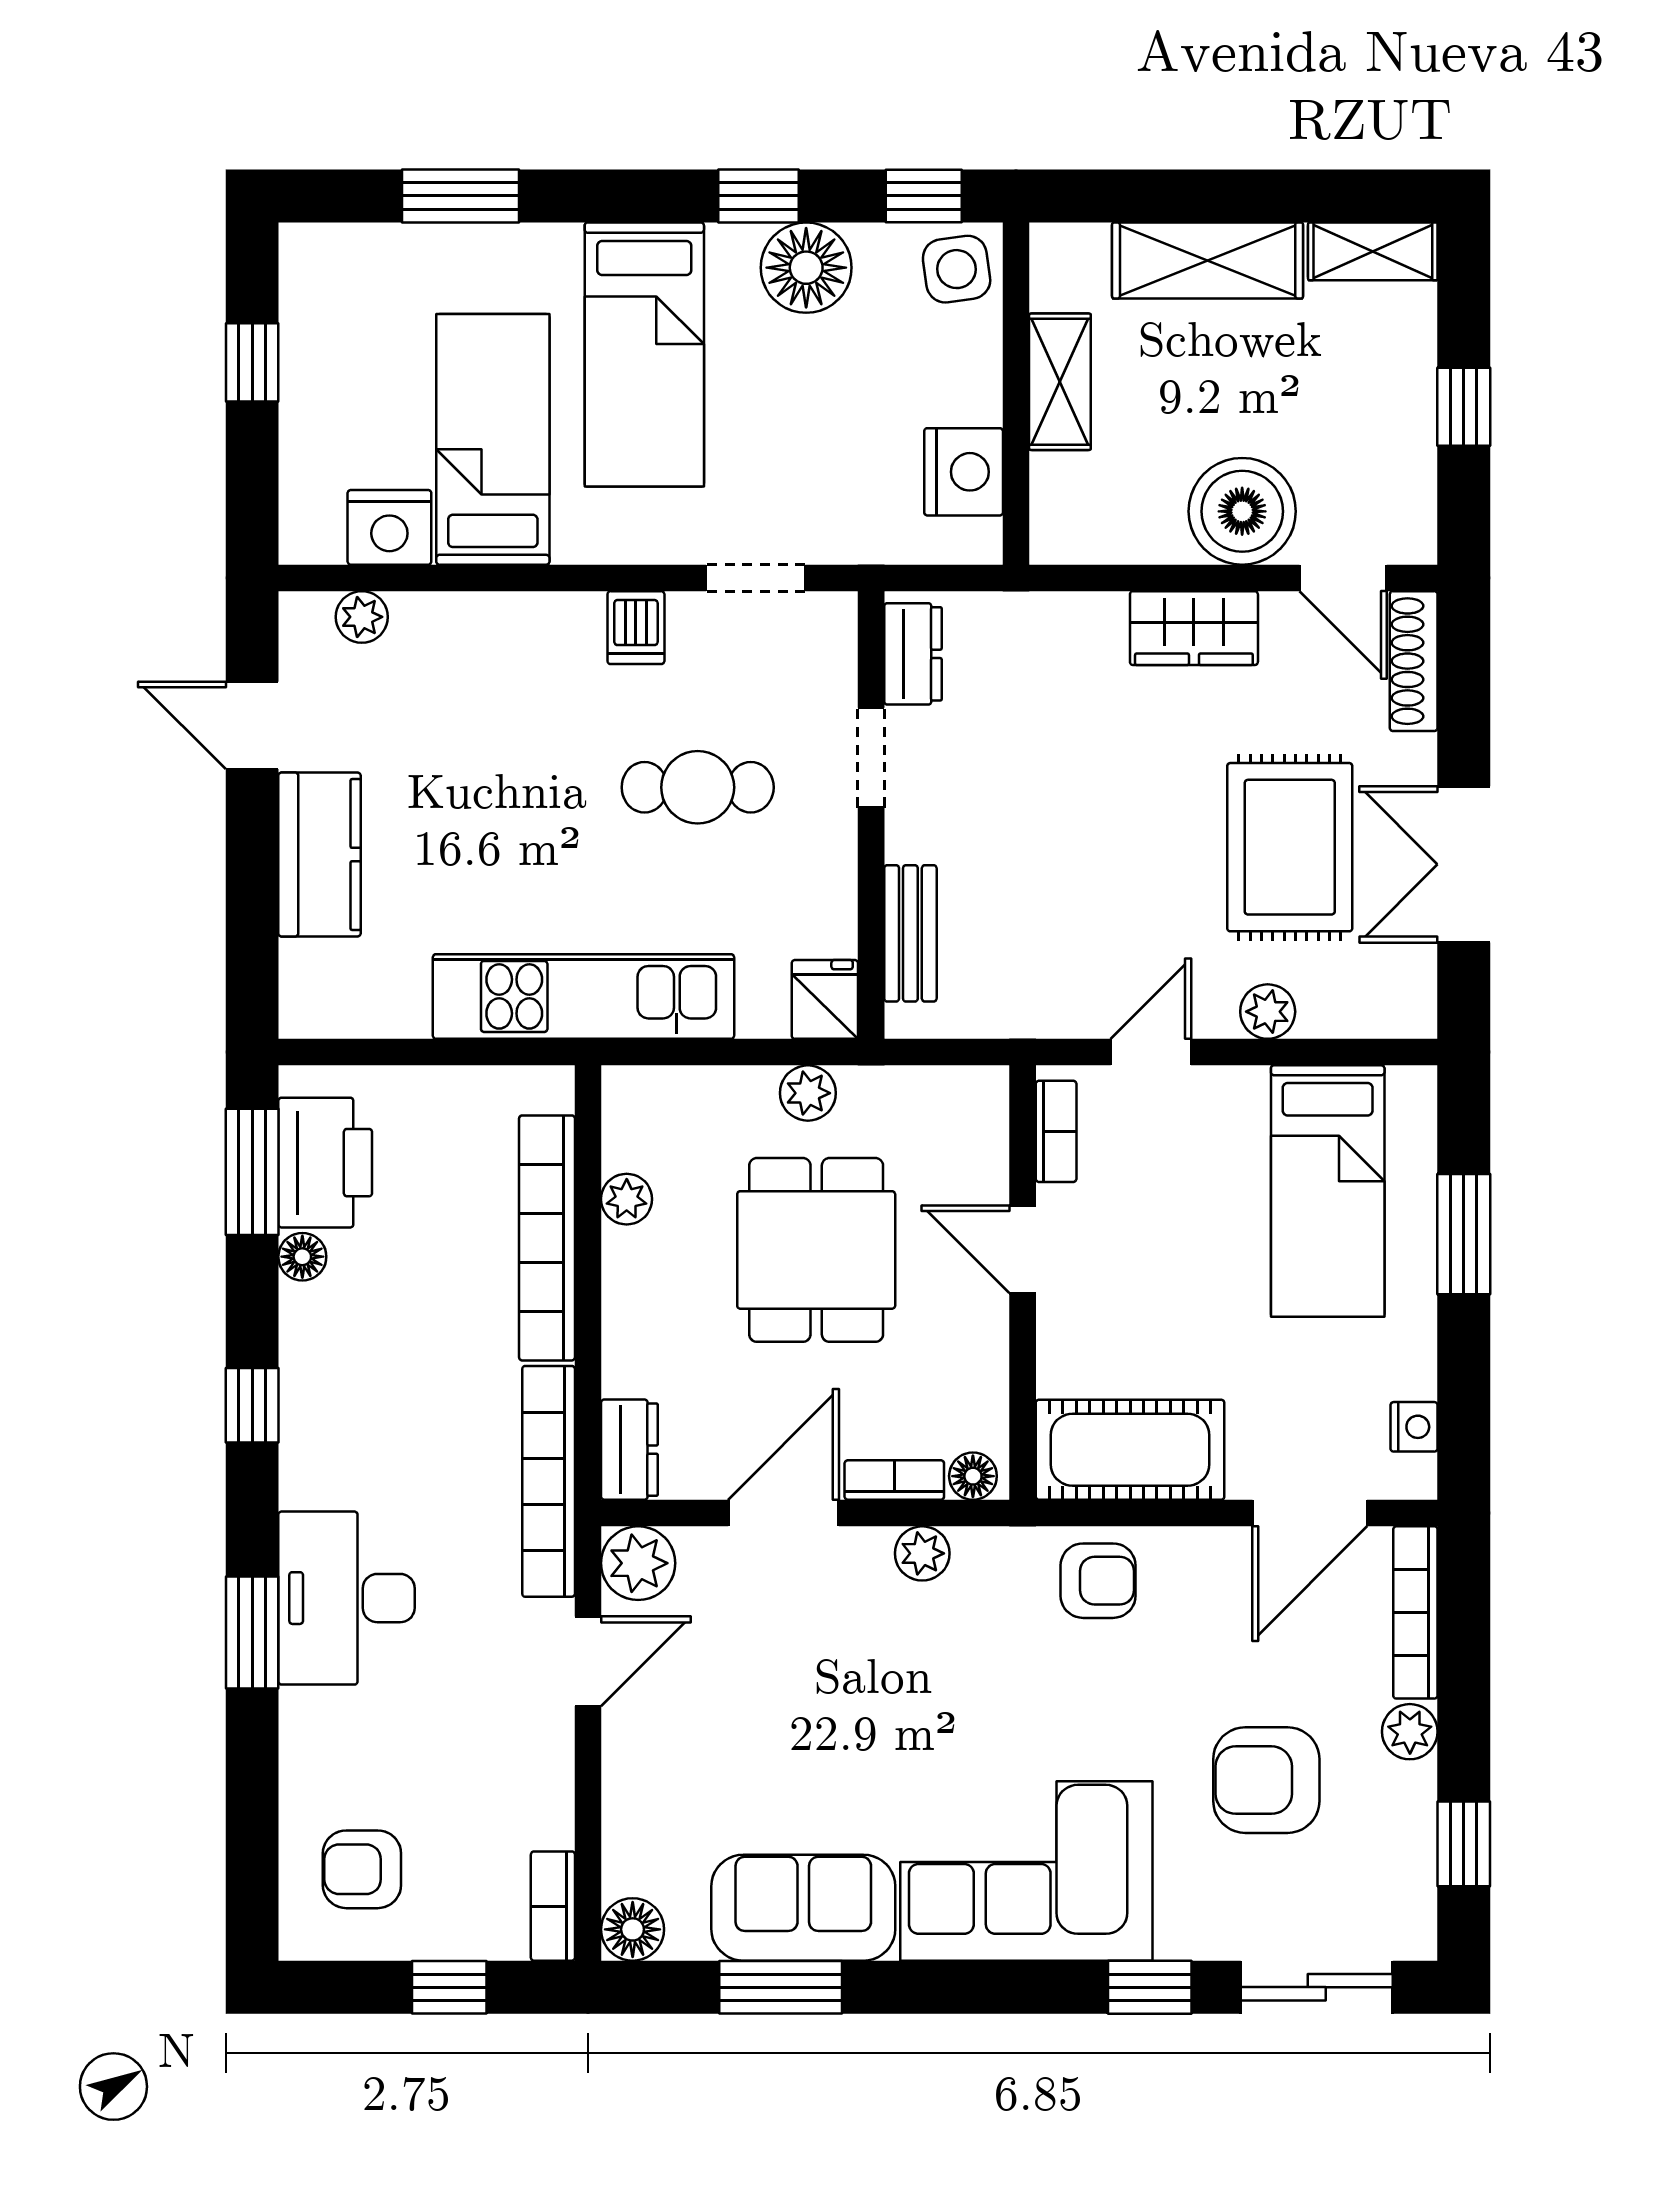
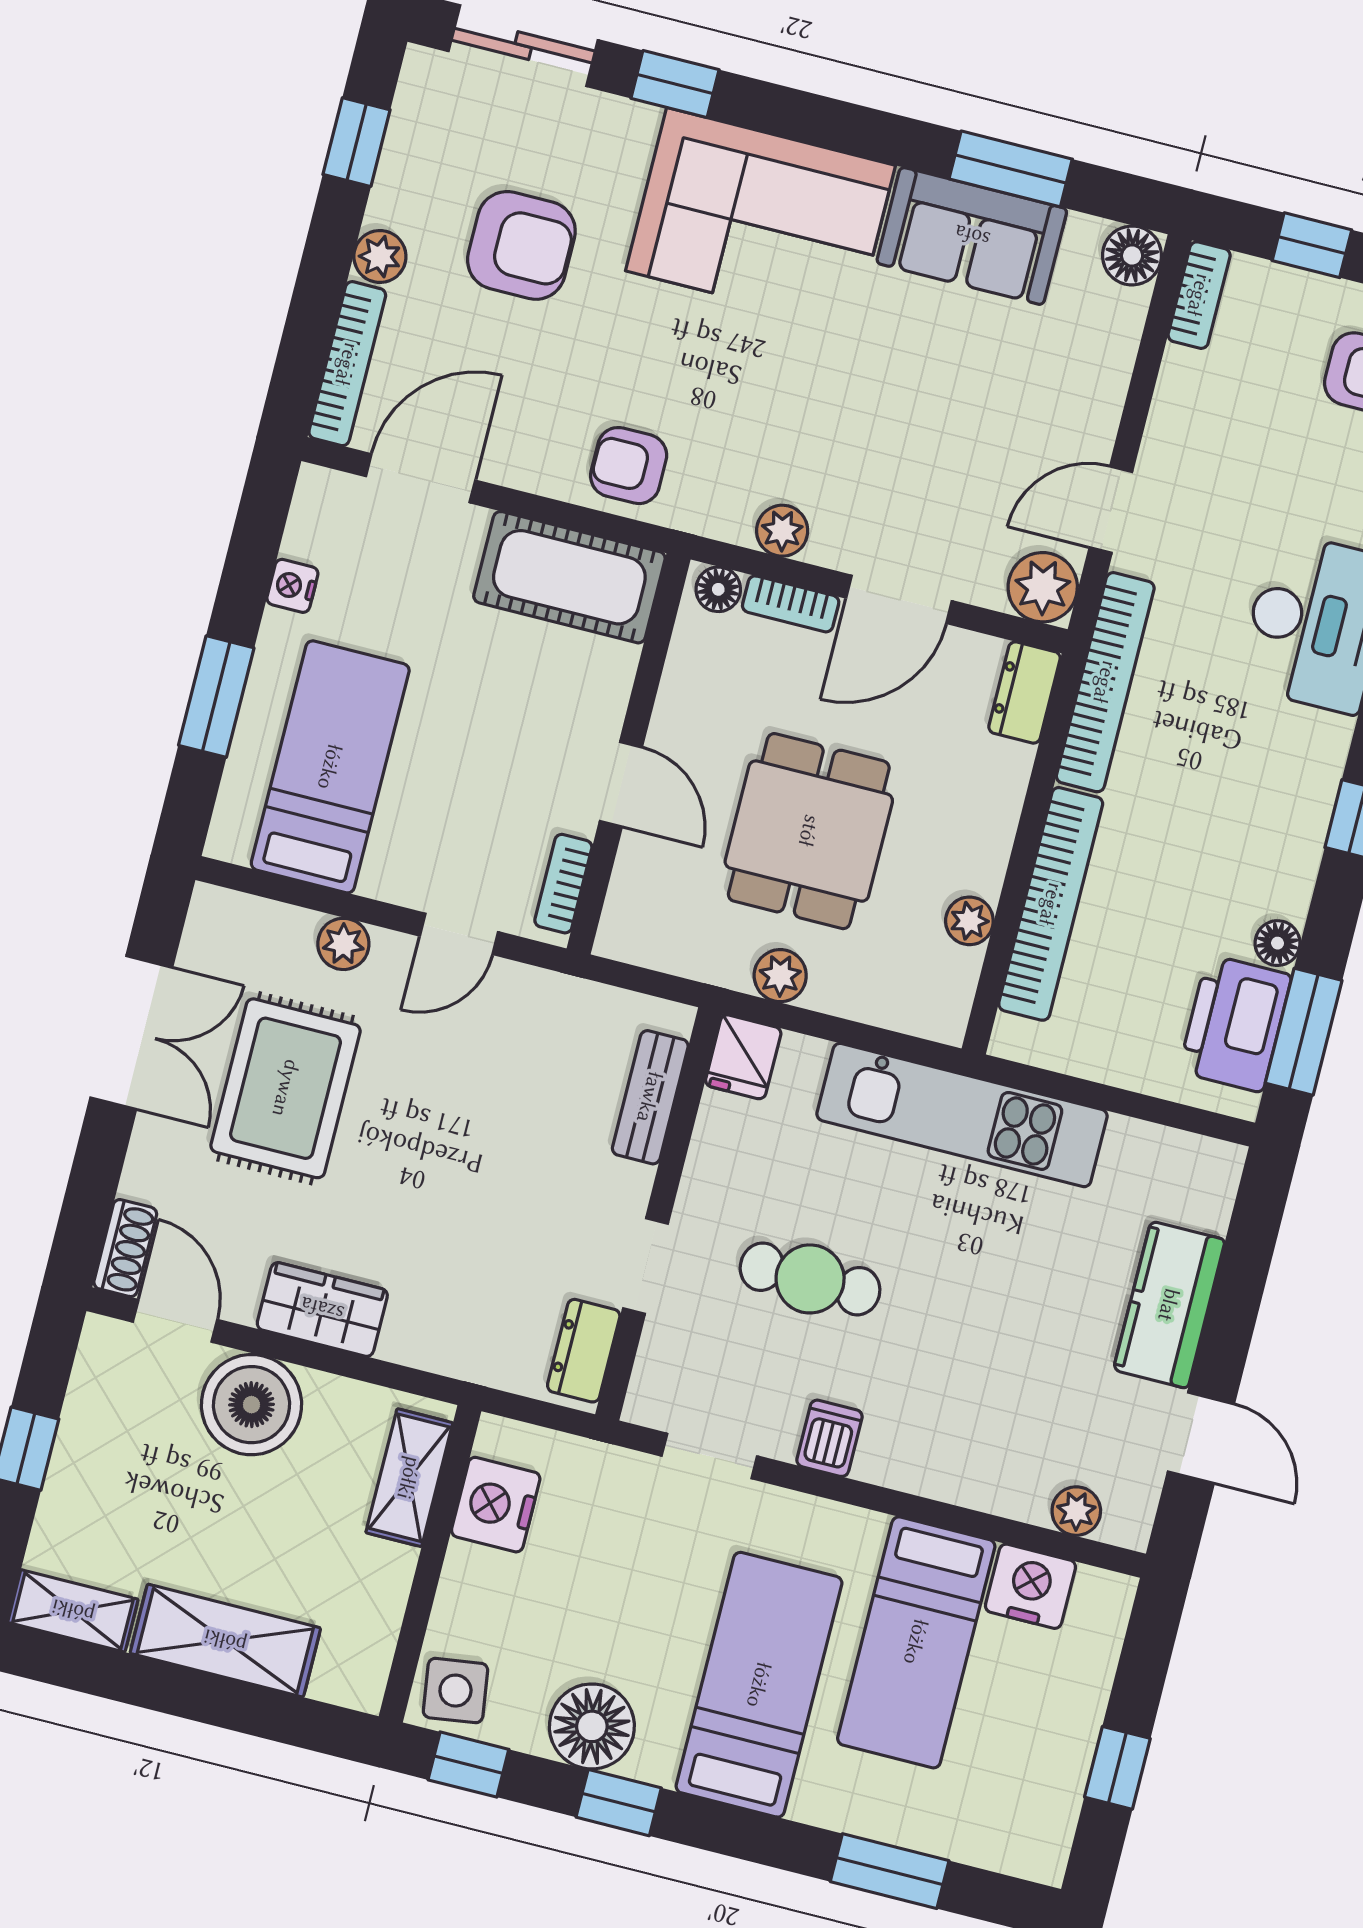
shelving: (1060, 382) -> (409, 1478), moved
shoe rack: (1414, 661) -> (125, 1248), width x0.70
nightstand: (1414, 1427) -> (292, 586), moved

